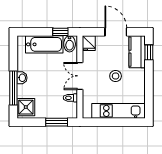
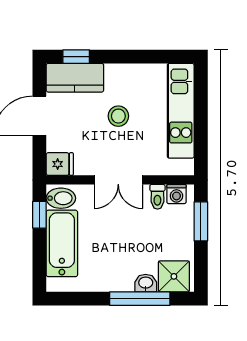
washbasin: (22, 78) -> (146, 283), moved
washing machine: (72, 109) -> (176, 194), added

